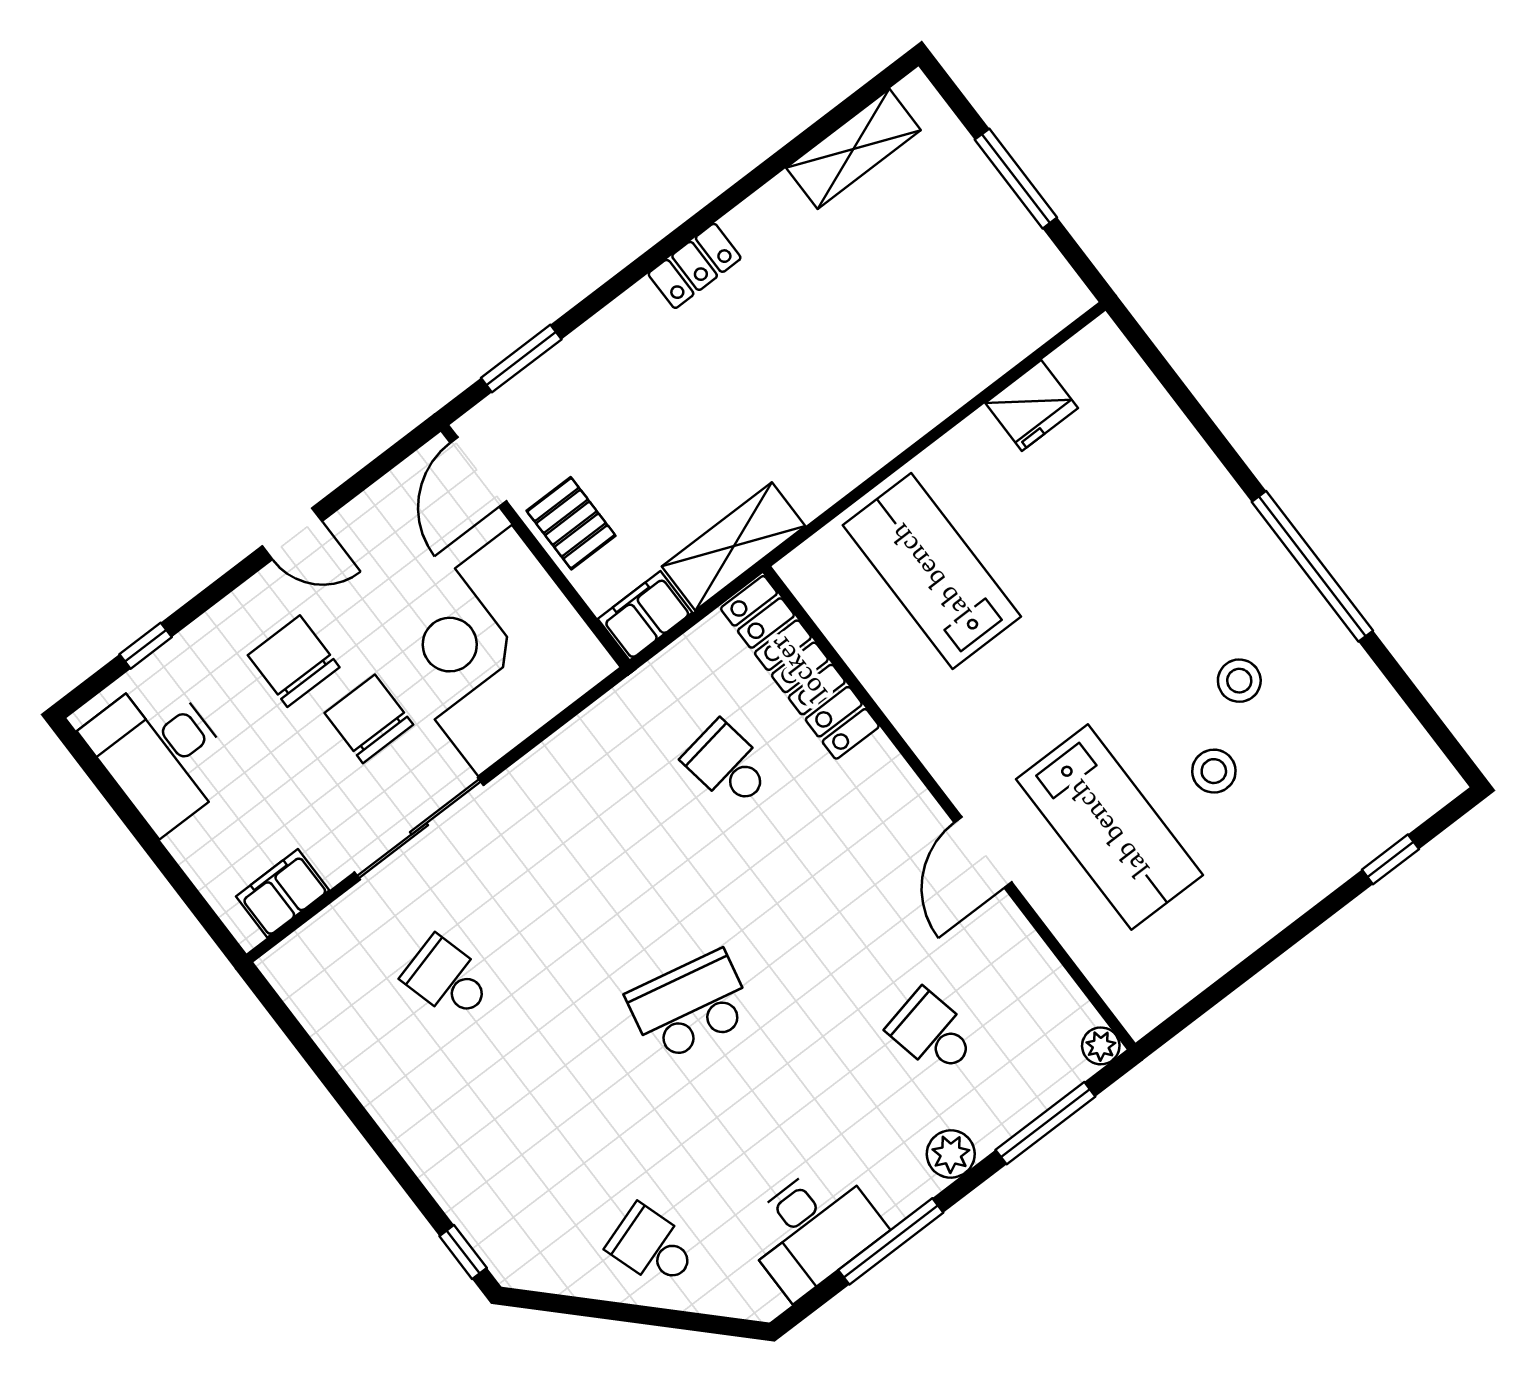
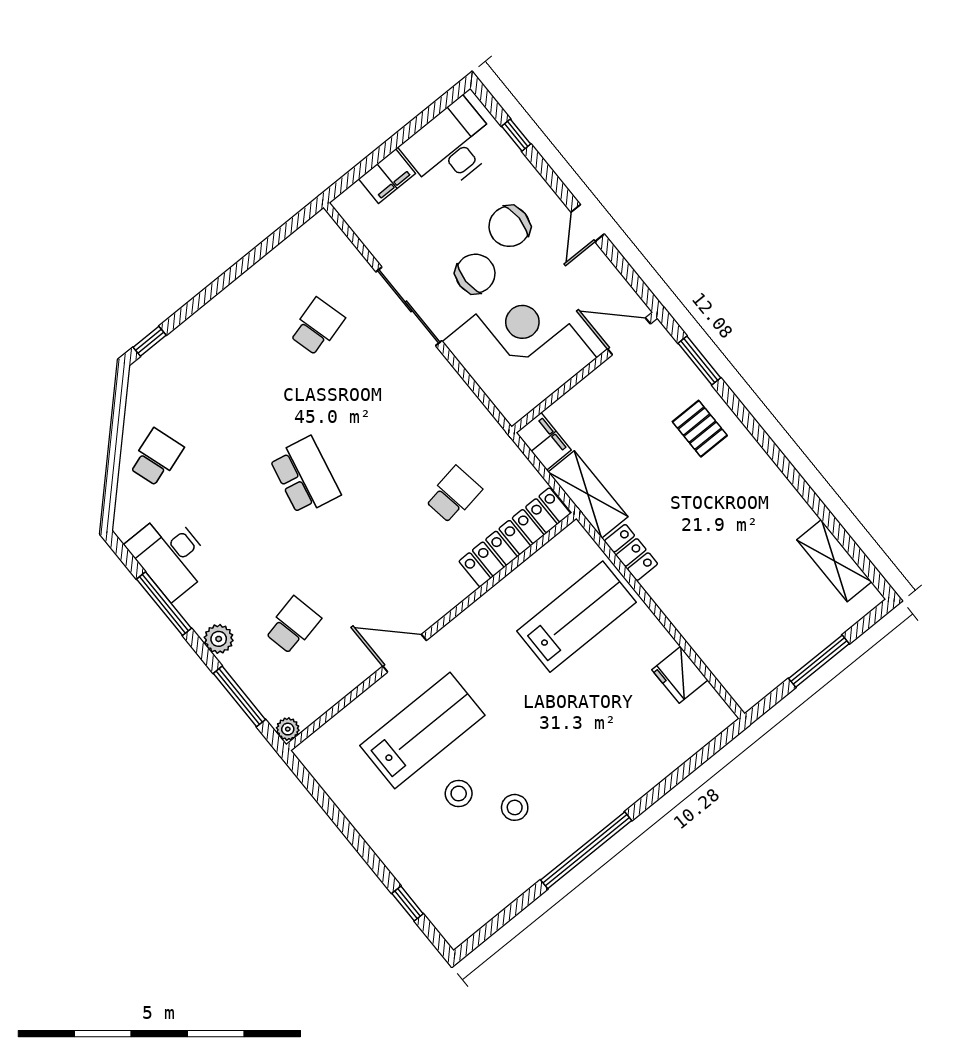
locker: (695, 266) -> (631, 552), moved, turned 180
pallet: (571, 523) -> (700, 429), moved, turned 90
chair: (294, 661) -> (509, 226), turned 180
lab bench: (1110, 827) -> (422, 730), turned 180
filing cabinet: (283, 893) -> (387, 176), moved, turned 90

